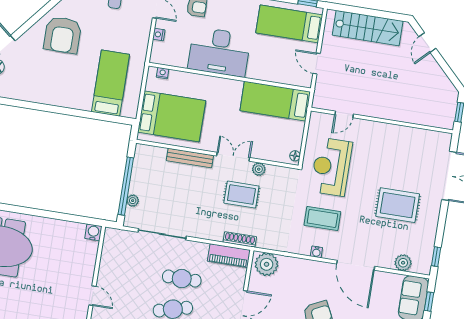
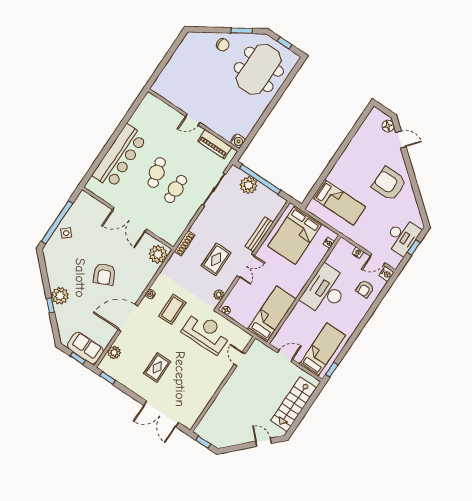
plant: (259, 169) -> (219, 295), moved
plant: (133, 201) -> (249, 185), width x1.88, depth x1.88
rug: (398, 205) -> (157, 367), width x0.73, depth x0.70
piano: (229, 256) -> (215, 144), moved, turned -90

